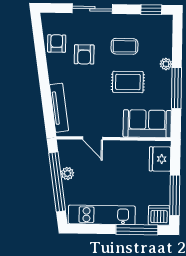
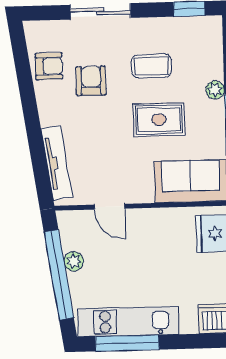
armchair: (57, 43) -> (49, 66), turned 90
armchair: (84, 54) -> (91, 81), turned 180
window: (137, 230) -> (127, 343), moved

